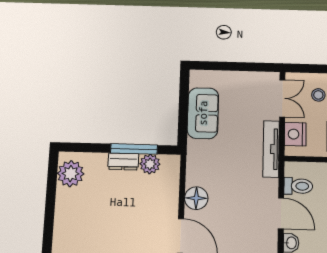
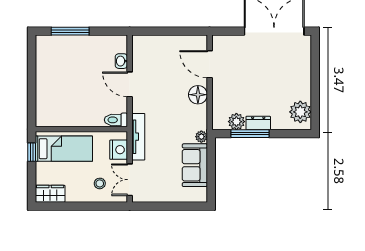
plant: (194, 147) -> (201, 137), added
toilet: (298, 186) -> (116, 120), moved

